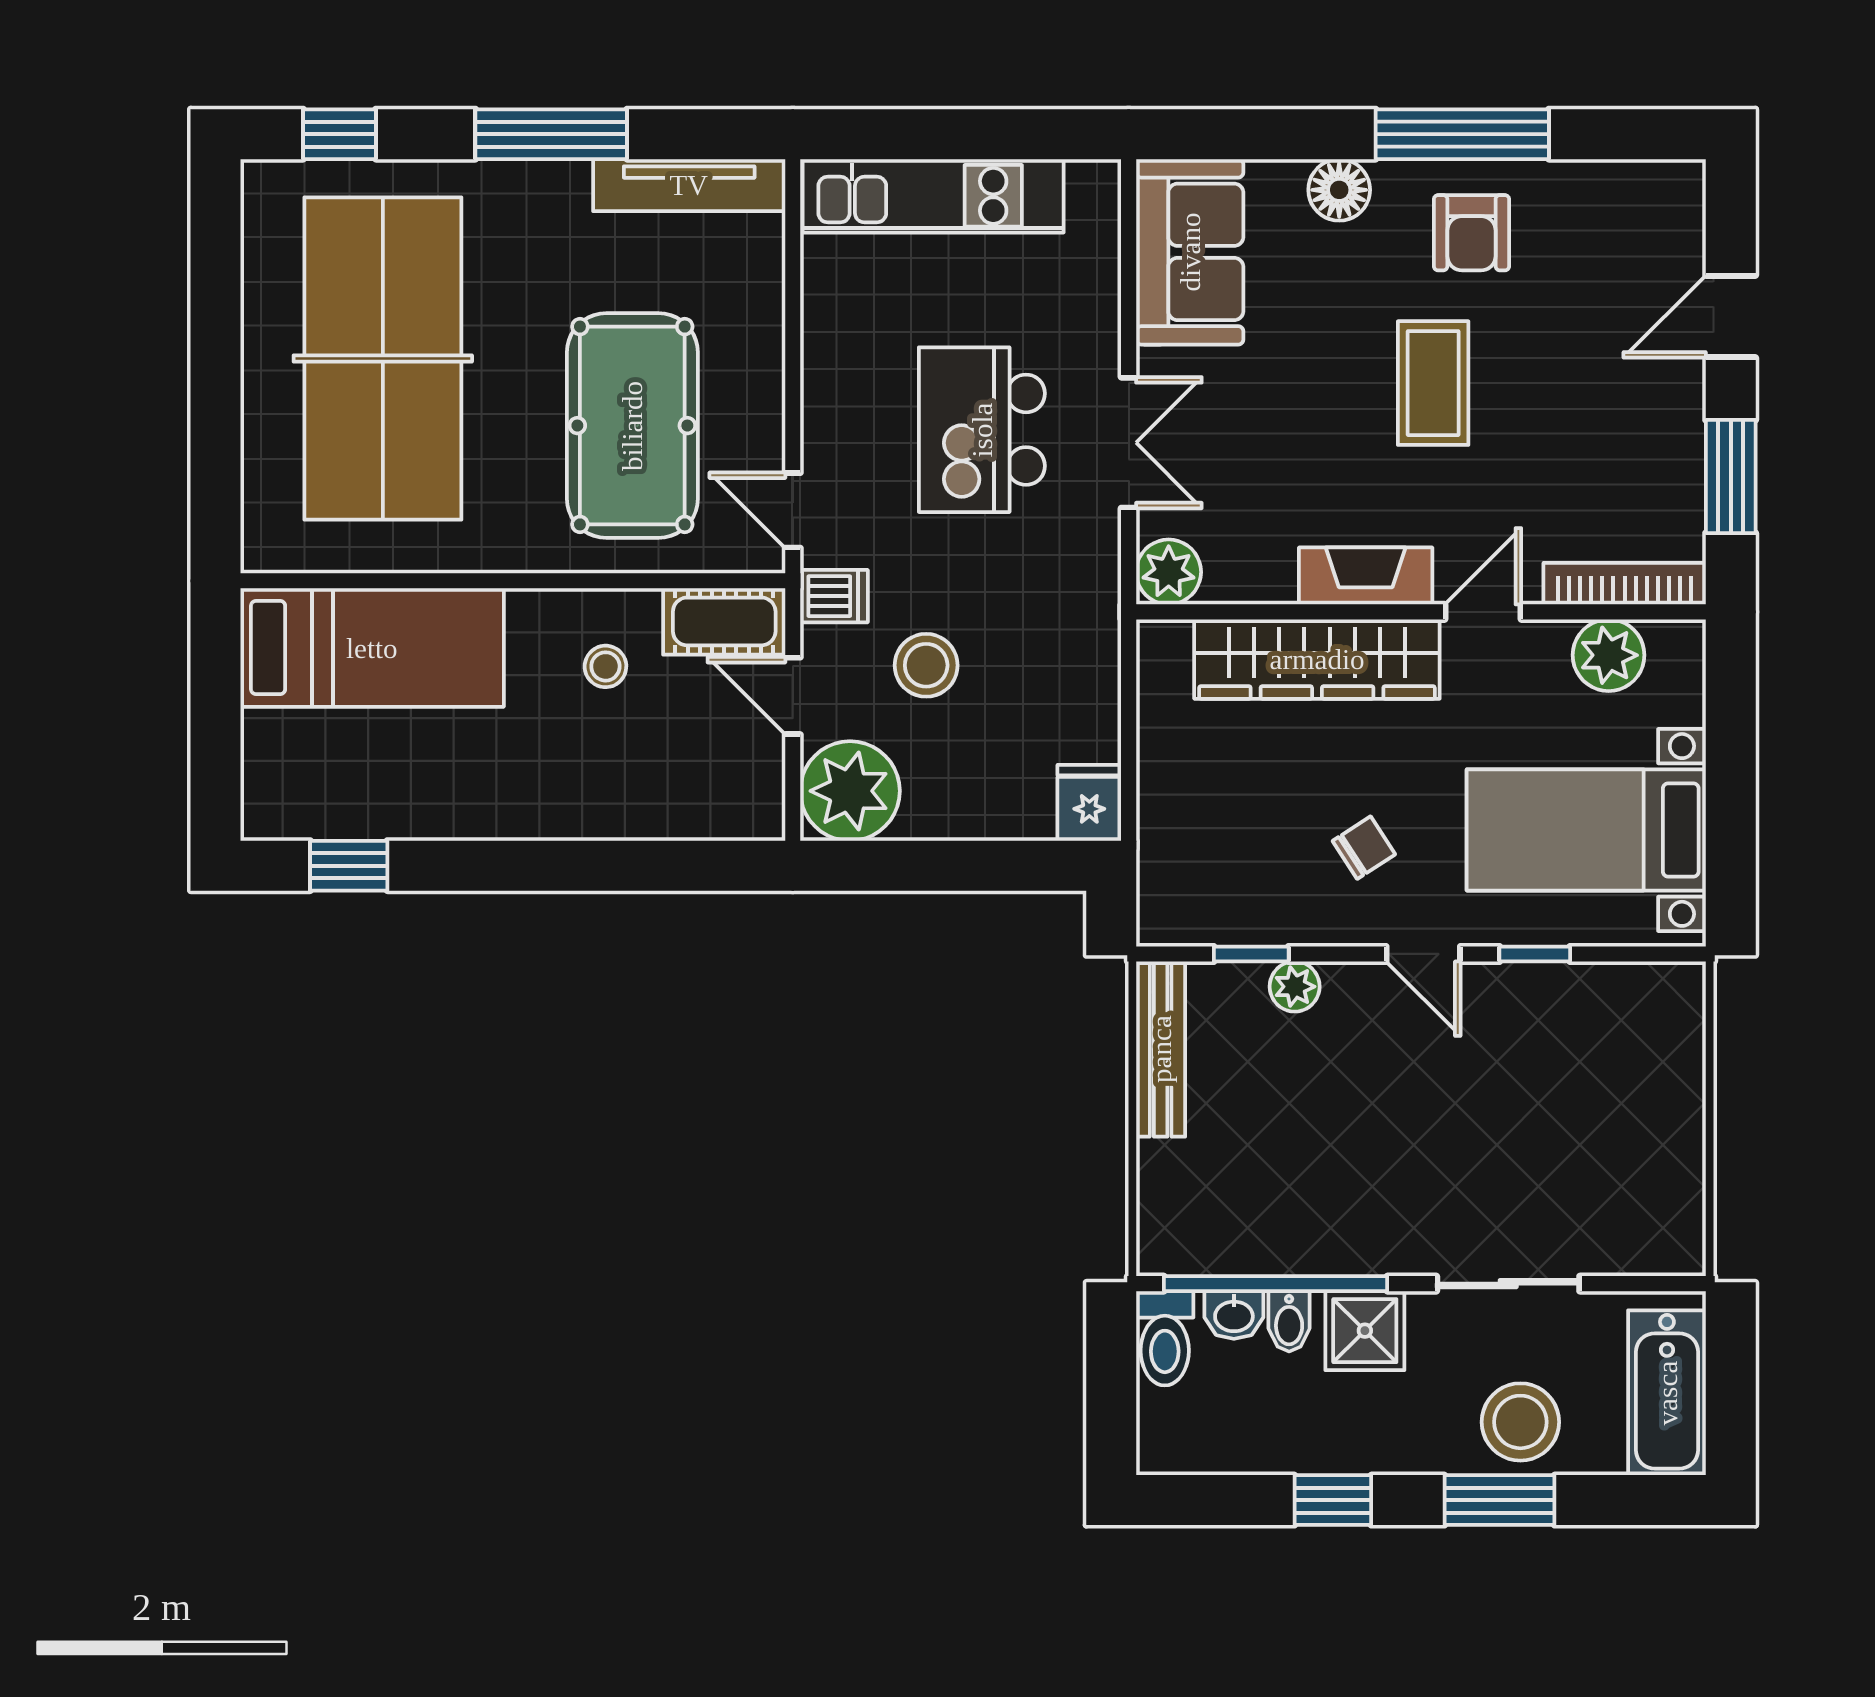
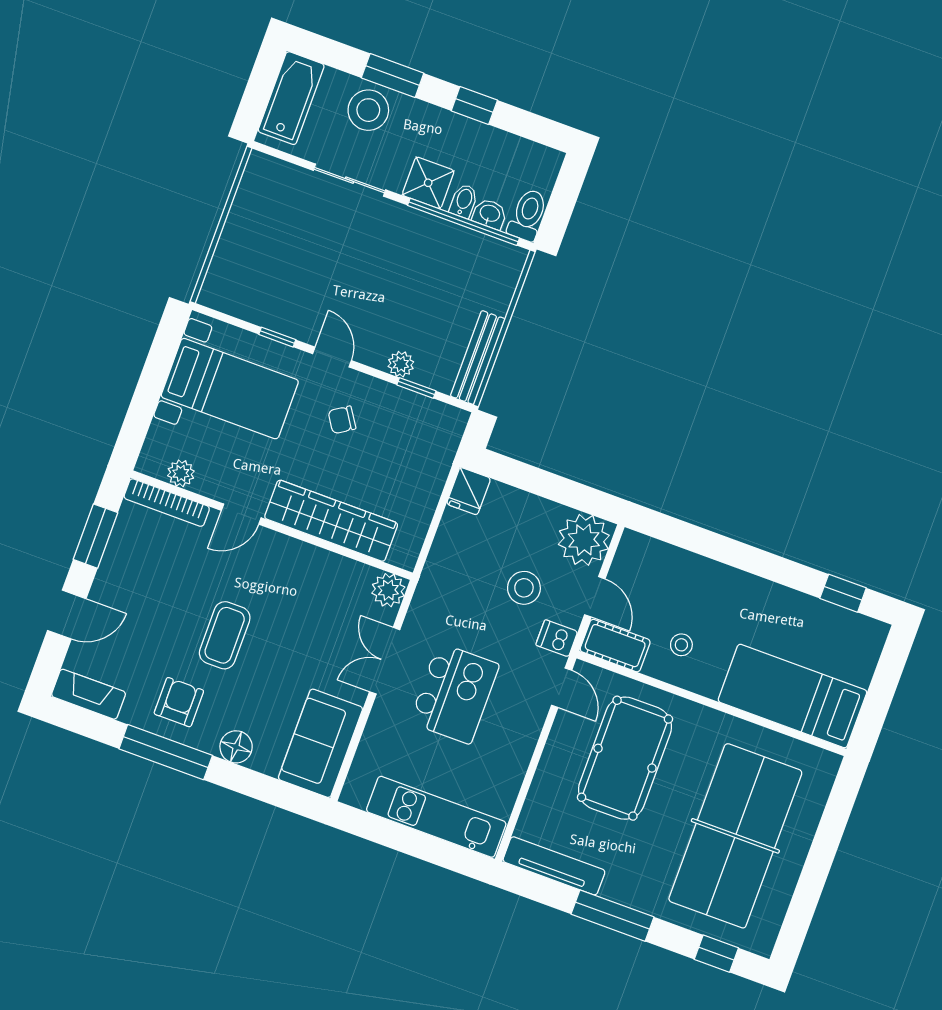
fireplace: (1366, 576) -> (89, 694), moved, turned 180
plant: (1609, 655) -> (181, 473), width x0.73, depth x0.73

